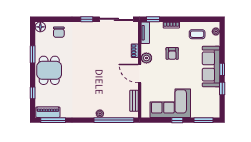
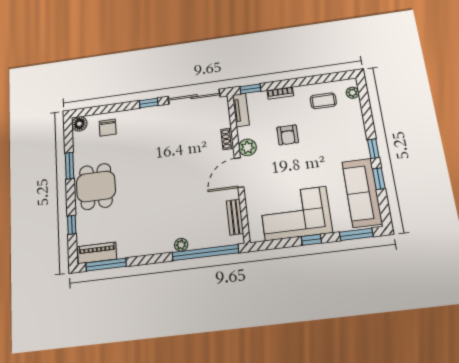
sofa: (211, 66) -> (362, 193), moved
door: (140, 73) -> (239, 173), hinge flipped

